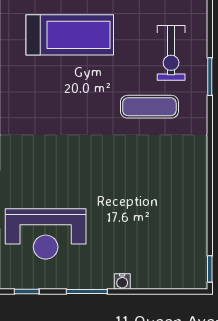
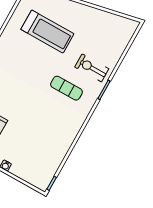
exercise bike: (171, 53) -> (92, 68), turned 90

